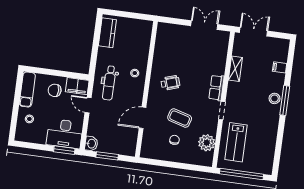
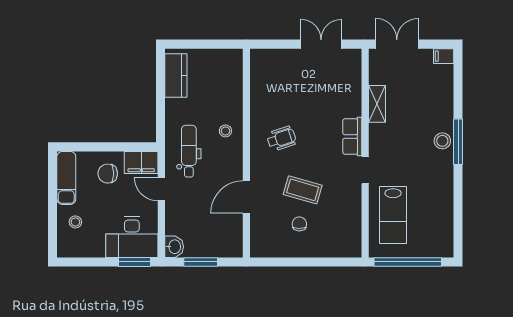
filing cabinet: (280, 67) -> (444, 56), moved
dental chair: (109, 83) -> (189, 151), turned 180
plant: (207, 143) -> (349, 222), removed

